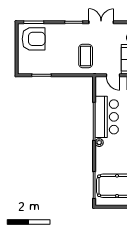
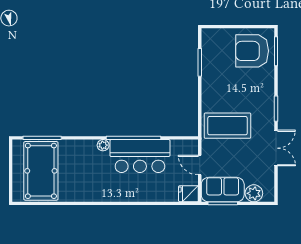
armchair: (34, 39) -> (252, 51), turned 90
coffee table: (86, 56) -> (227, 126), width x1.36, depth x1.32
door: (113, 75) -> (200, 165), hinge flipped

